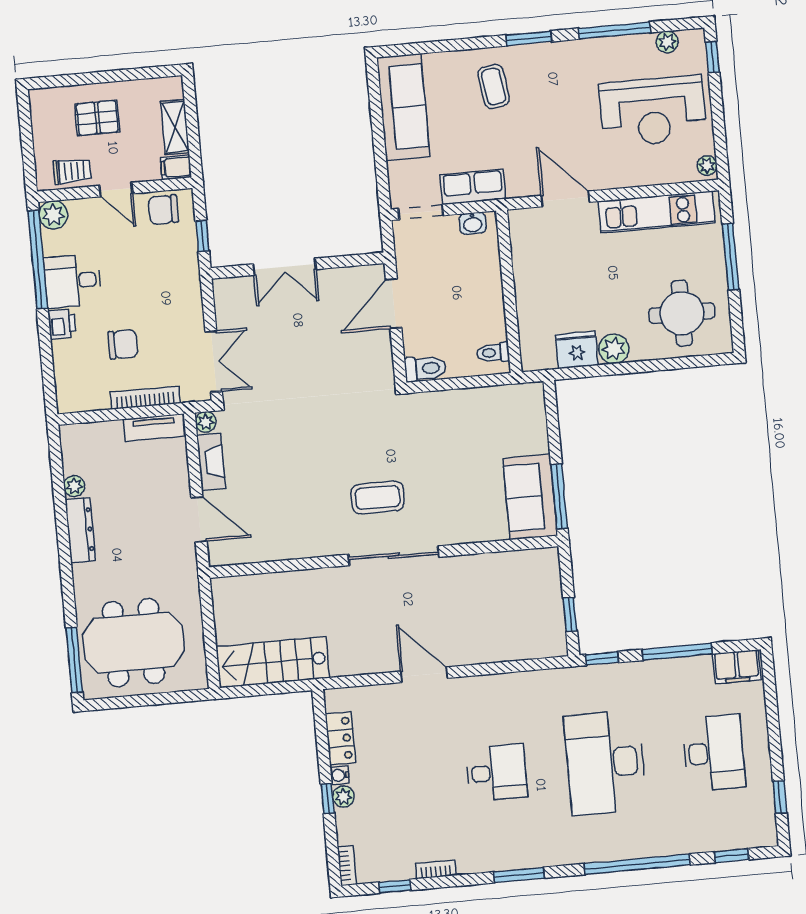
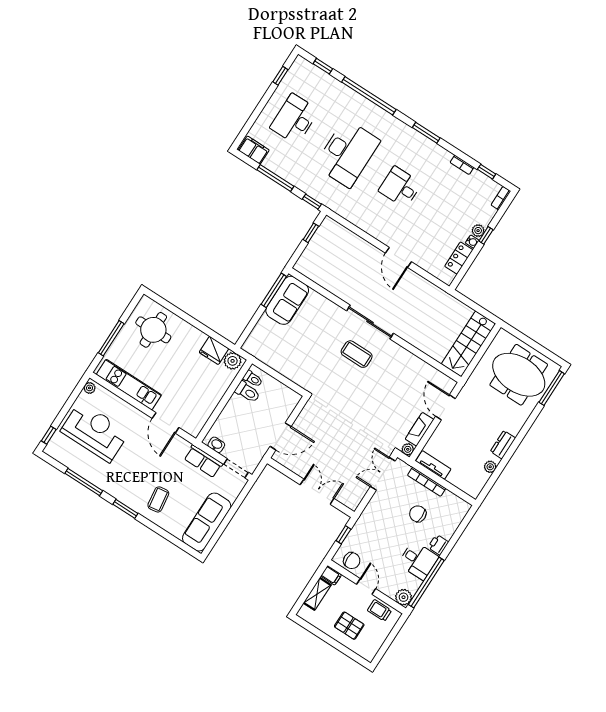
plant: (667, 42) -> (64, 458), removed
plant: (614, 349) -> (233, 361), moved
toilet: (425, 369) -> (247, 392), moved, turned 180
dresser: (80, 530) -> (503, 445), width x0.70
stairs: (273, 662) -> (468, 344), moved, turned 90

